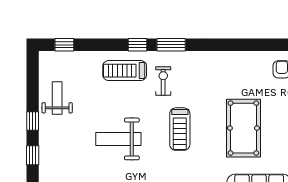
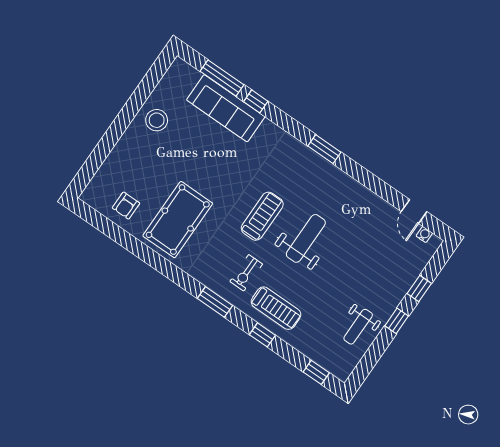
window: (137, 45) -> (262, 335), moved
pool table: (243, 128) -> (178, 220), moved
weight bench: (118, 139) -> (306, 238), moved, turned -90

